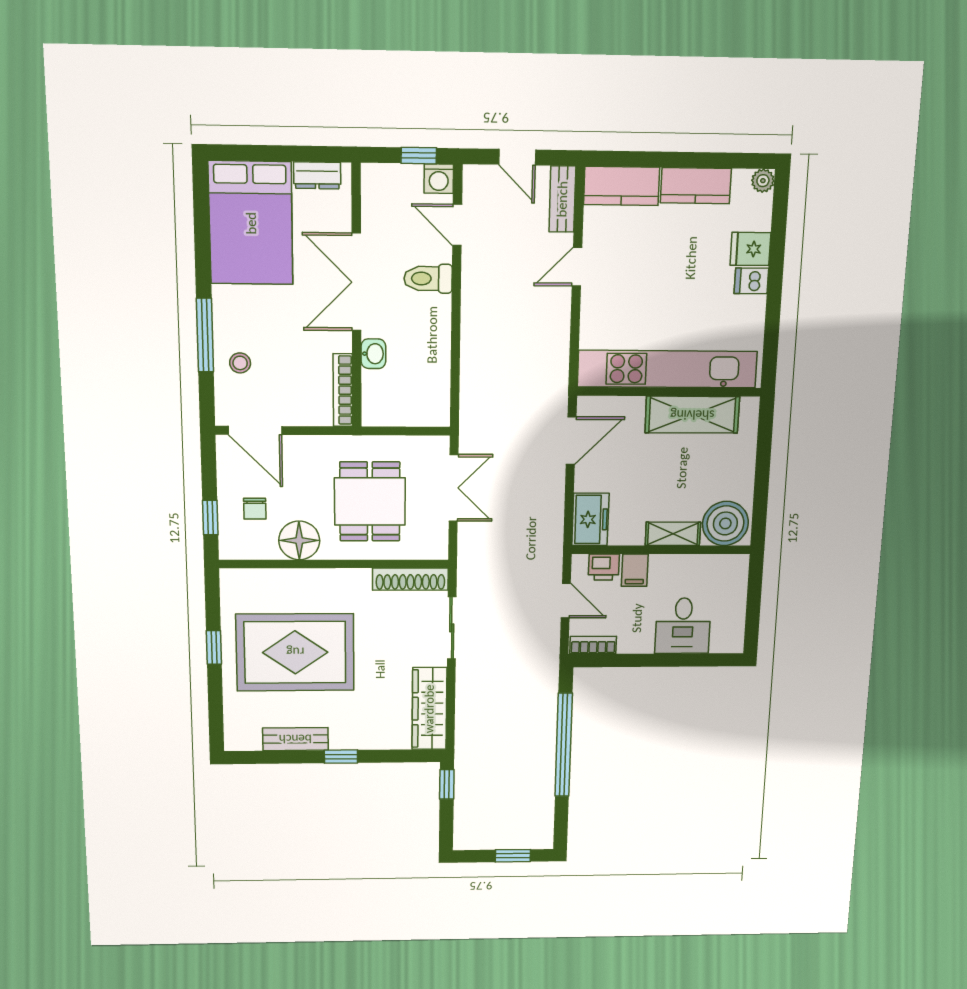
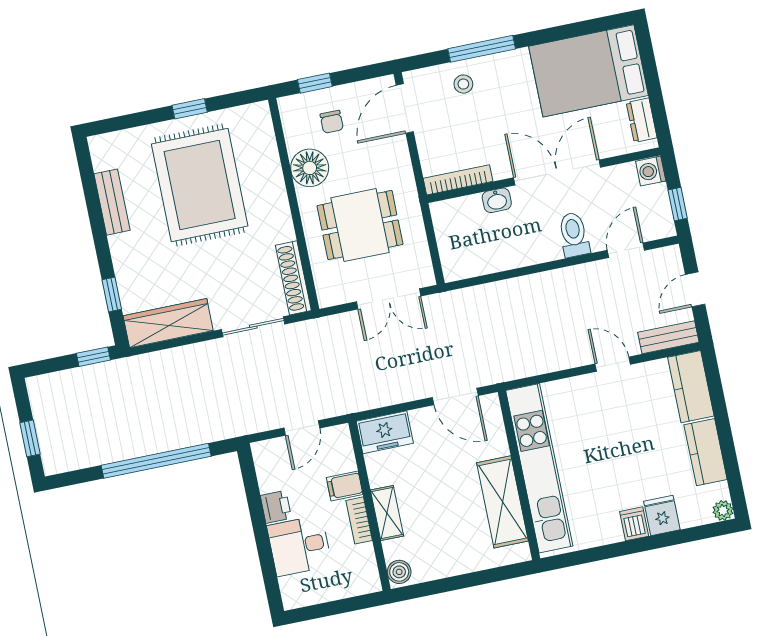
washing machine: (439, 179) -> (651, 171), moved
chair: (255, 509) -> (332, 122), turned -90
boiler: (725, 523) -> (399, 572), width x0.54, depth x0.54
printer: (604, 567) -> (276, 507), moved, turned 180
bookcase: (593, 645) -> (359, 520), moved, turned 180
window: (341, 757) -> (112, 294), moved

